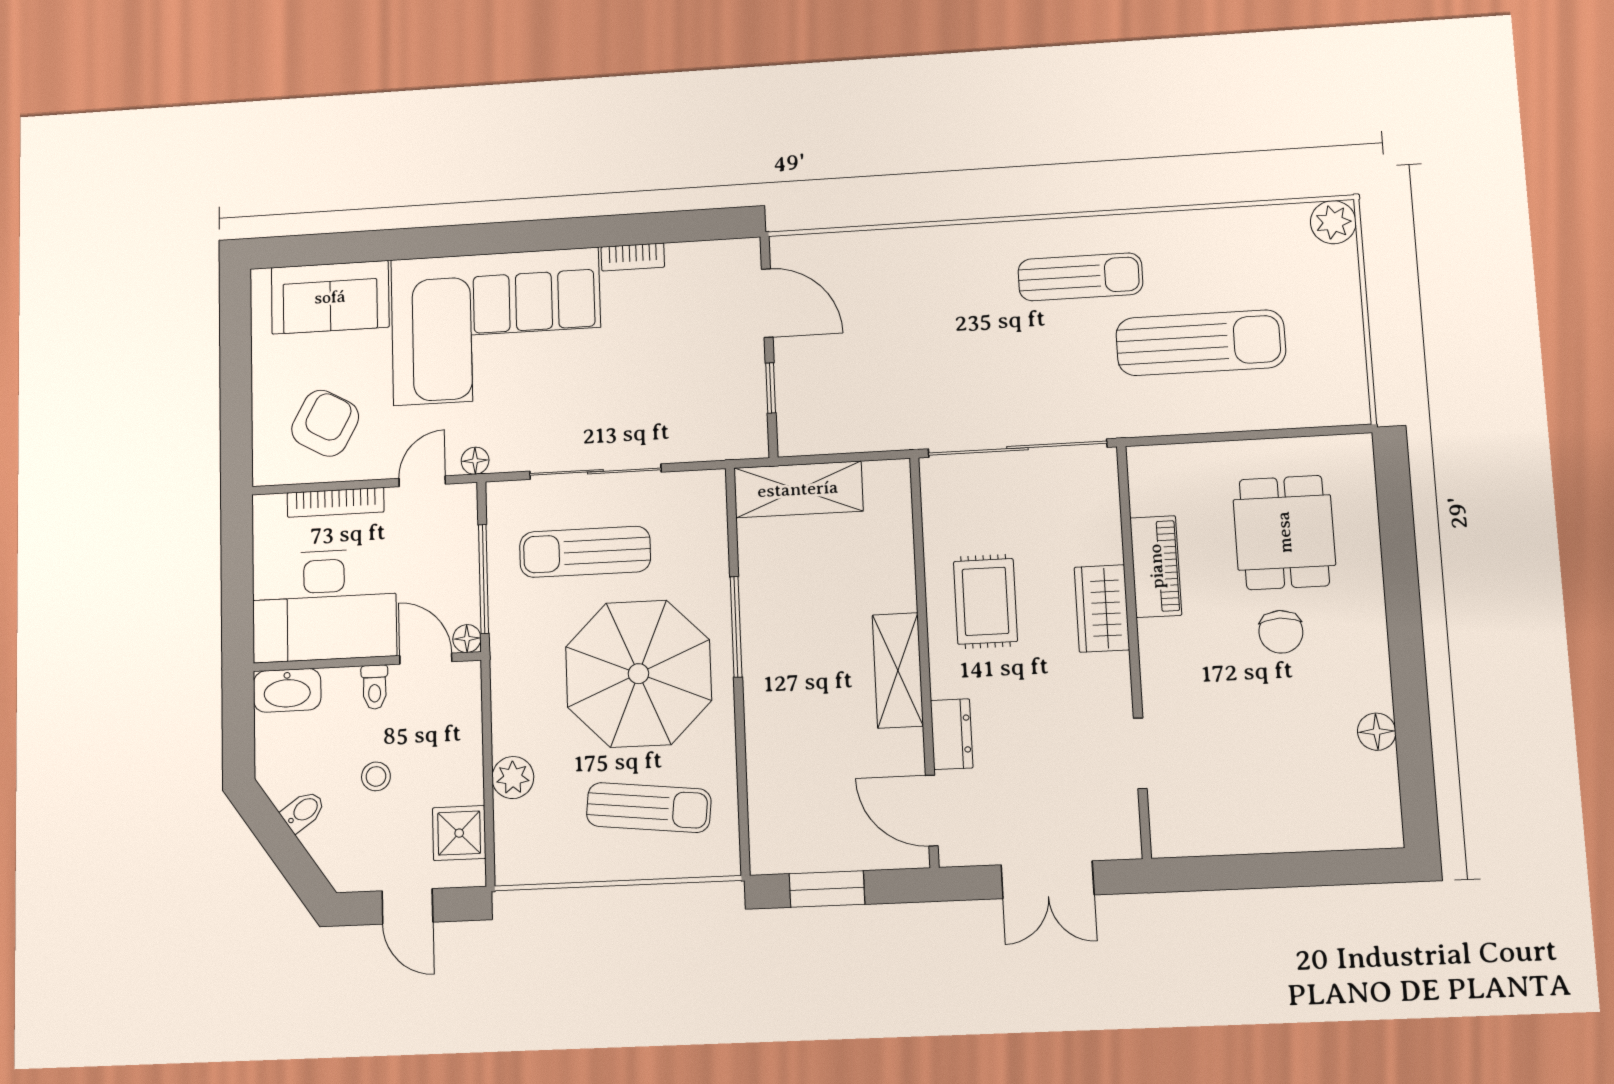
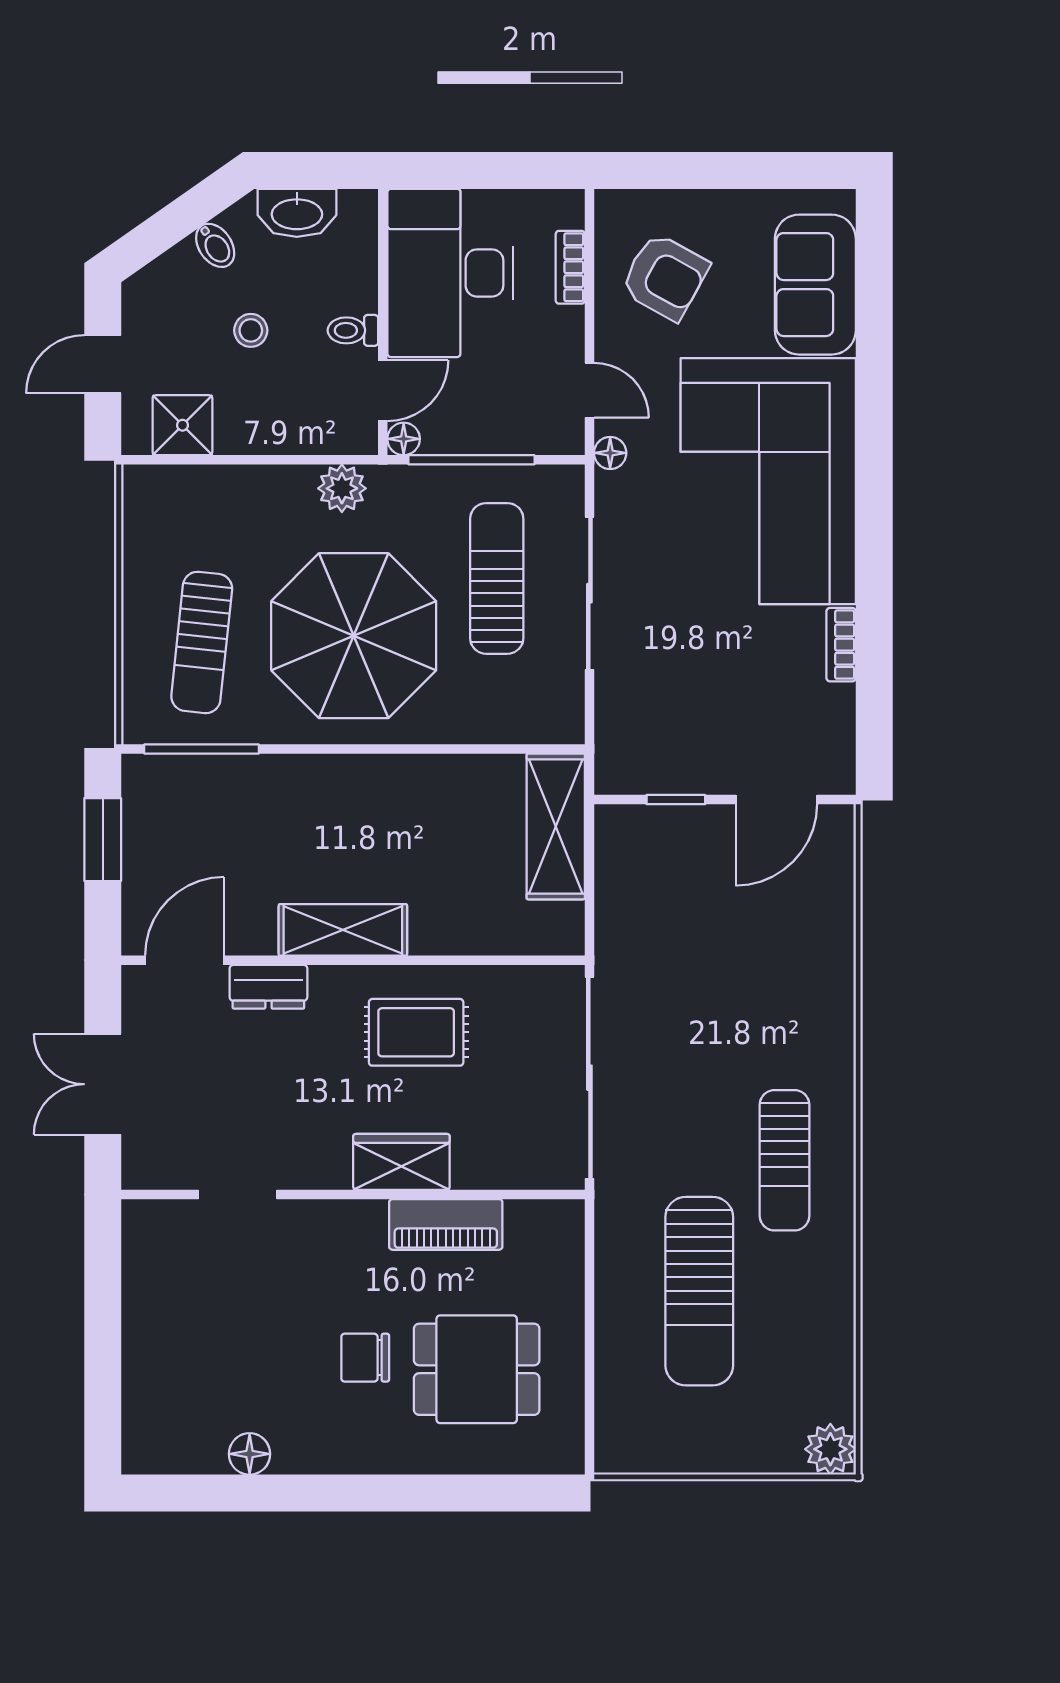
bookcase: (336, 502) -> (570, 267), width x0.64
window: (736, 627) -> (201, 749), moved
washbasin: (287, 690) -> (297, 213), moved, turned -90
plant: (513, 778) -> (342, 488), moved

